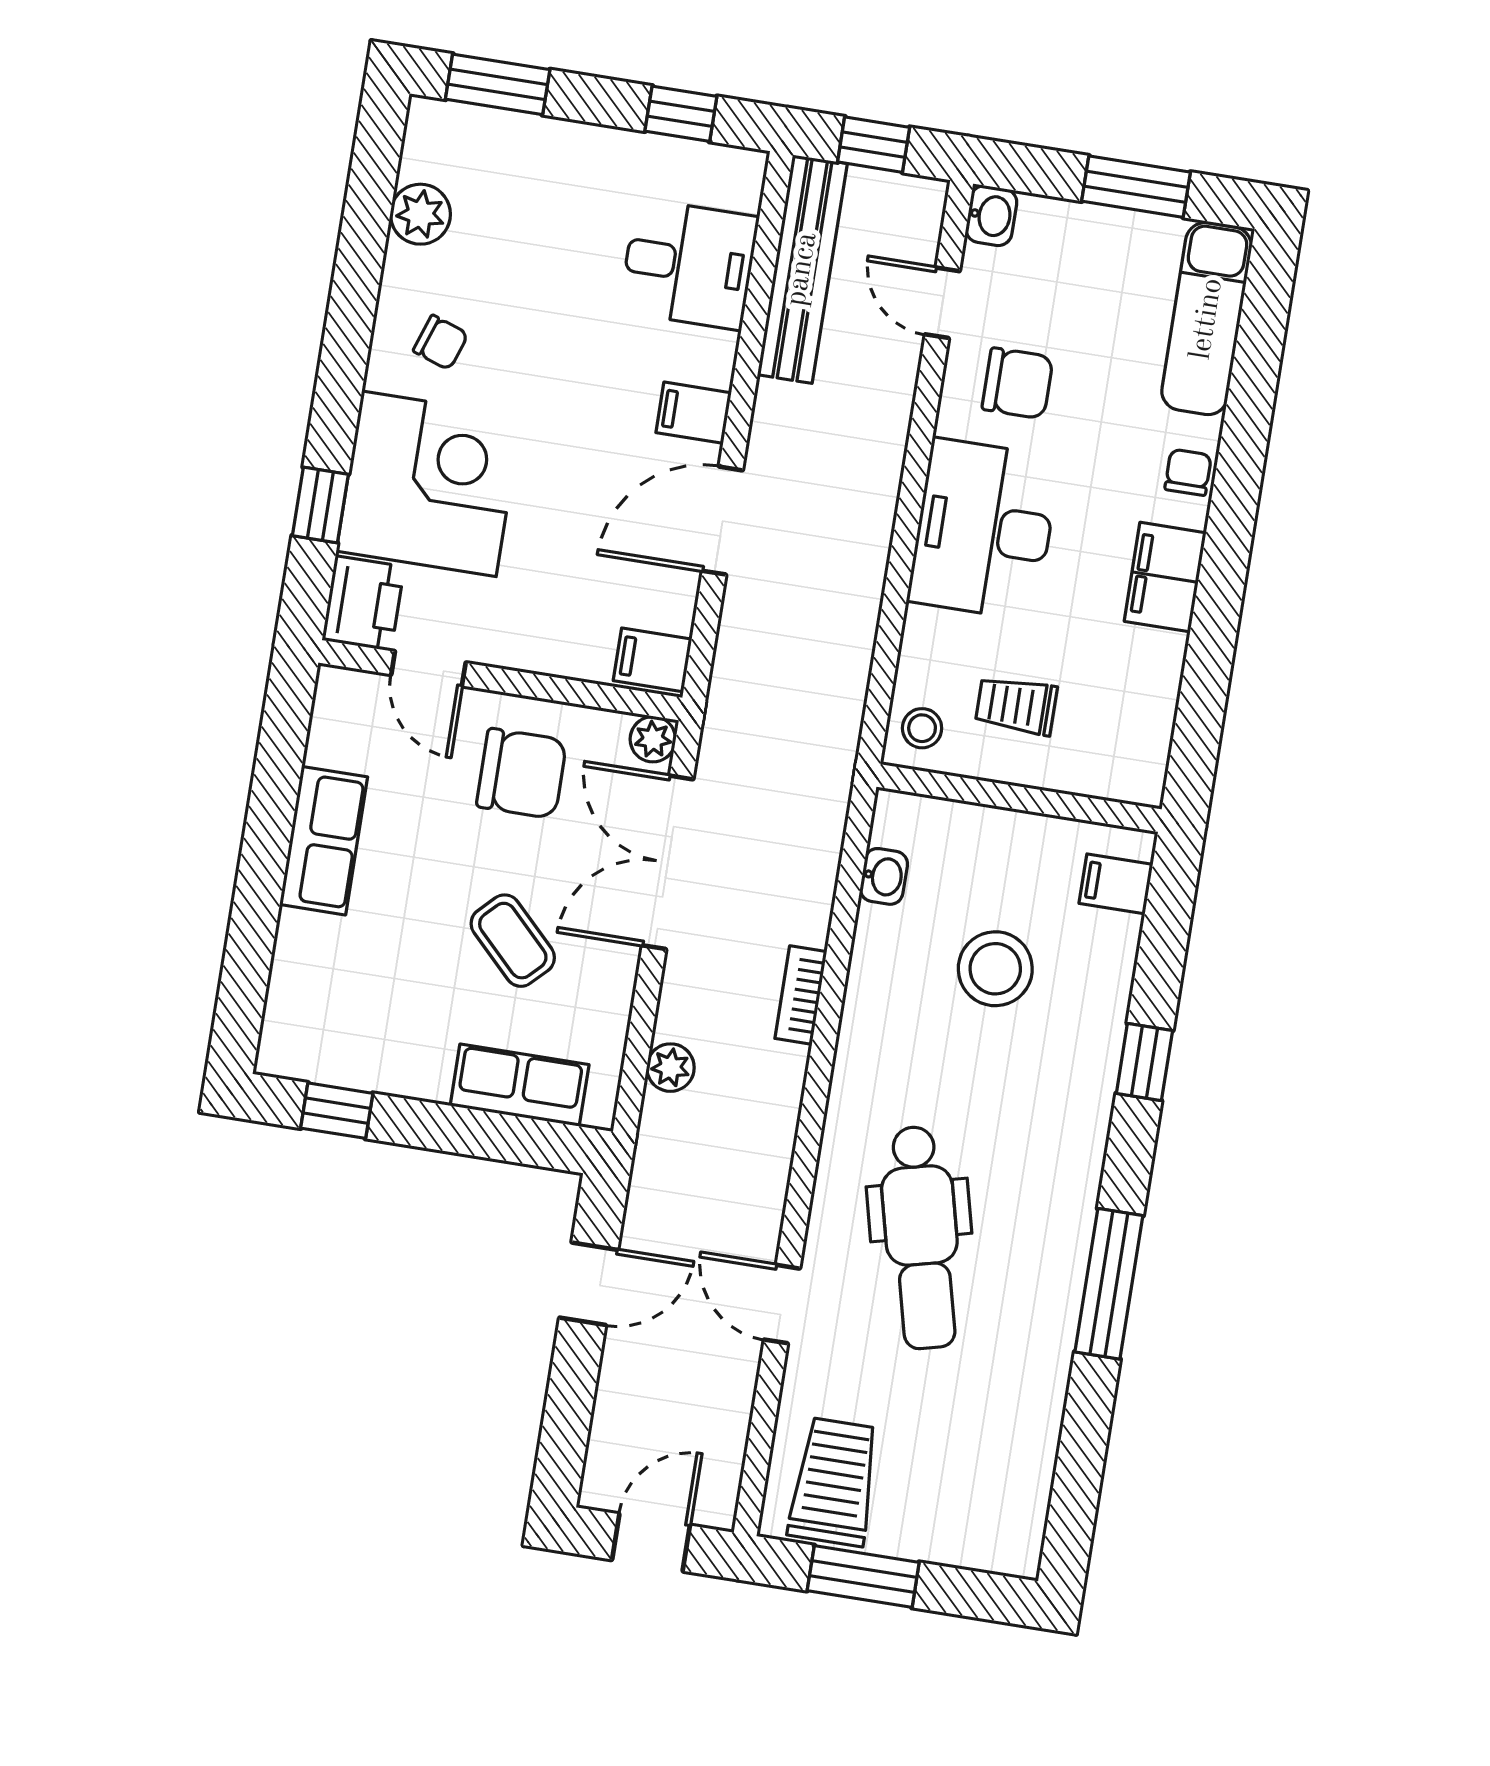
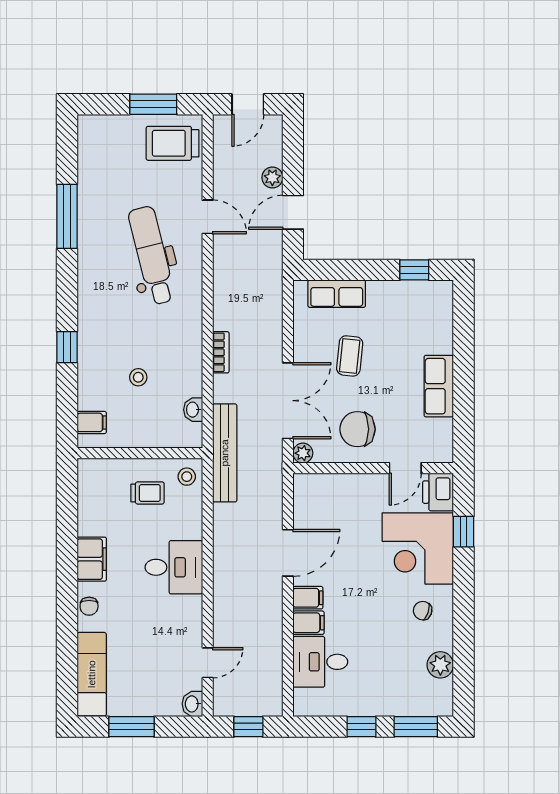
window: (681, 114) -> (361, 727), moved
bench: (802, 269) -> (225, 453), moved
door: (942, 303) -> (208, 663), hinge flipped
chair: (1018, 383) -> (169, 633), removed
desk: (984, 529) -> (174, 567), width x0.73
filing cabinet: (653, 660) -> (309, 623), moved
door: (428, 669) -> (405, 468), swing flipped
coffee table: (513, 941) -> (350, 356), turned 51
stool: (995, 969) -> (138, 377), width x0.53, depth x0.53
plant: (670, 1068) -> (272, 177), moved
window: (1109, 1284) -> (67, 216), moved
trolley: (834, 1482) -> (172, 143), turned 90

